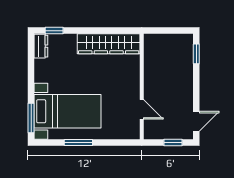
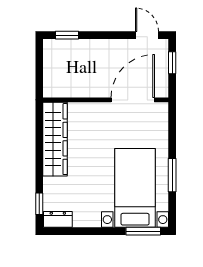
door: (142, 109) -> (133, 100), width x1.88

